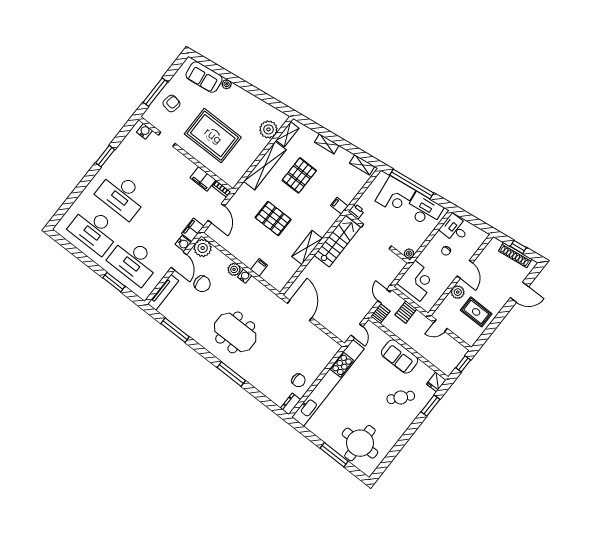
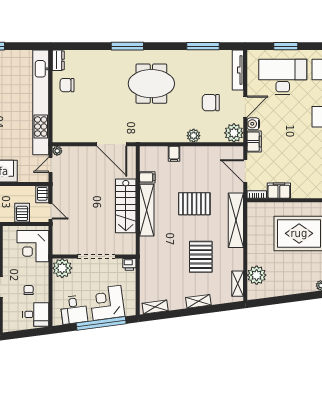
shelving: (265, 166) -> (236, 220), moved
filing cabinet: (339, 206) -> (147, 177), moved
desk: (424, 210) -> (74, 310), width x0.73
stairs: (337, 241) -> (126, 206), moved
shelving: (307, 247) -> (147, 210), width x1.47
plant: (409, 254) -> (62, 268), width x1.88, depth x1.88
door: (179, 261) -> (245, 107), swing flipped
water cooler: (245, 276) -> (180, 137), removed
door: (357, 331) -> (51, 165), hinge flipped
plant: (344, 337) -> (57, 151), added

